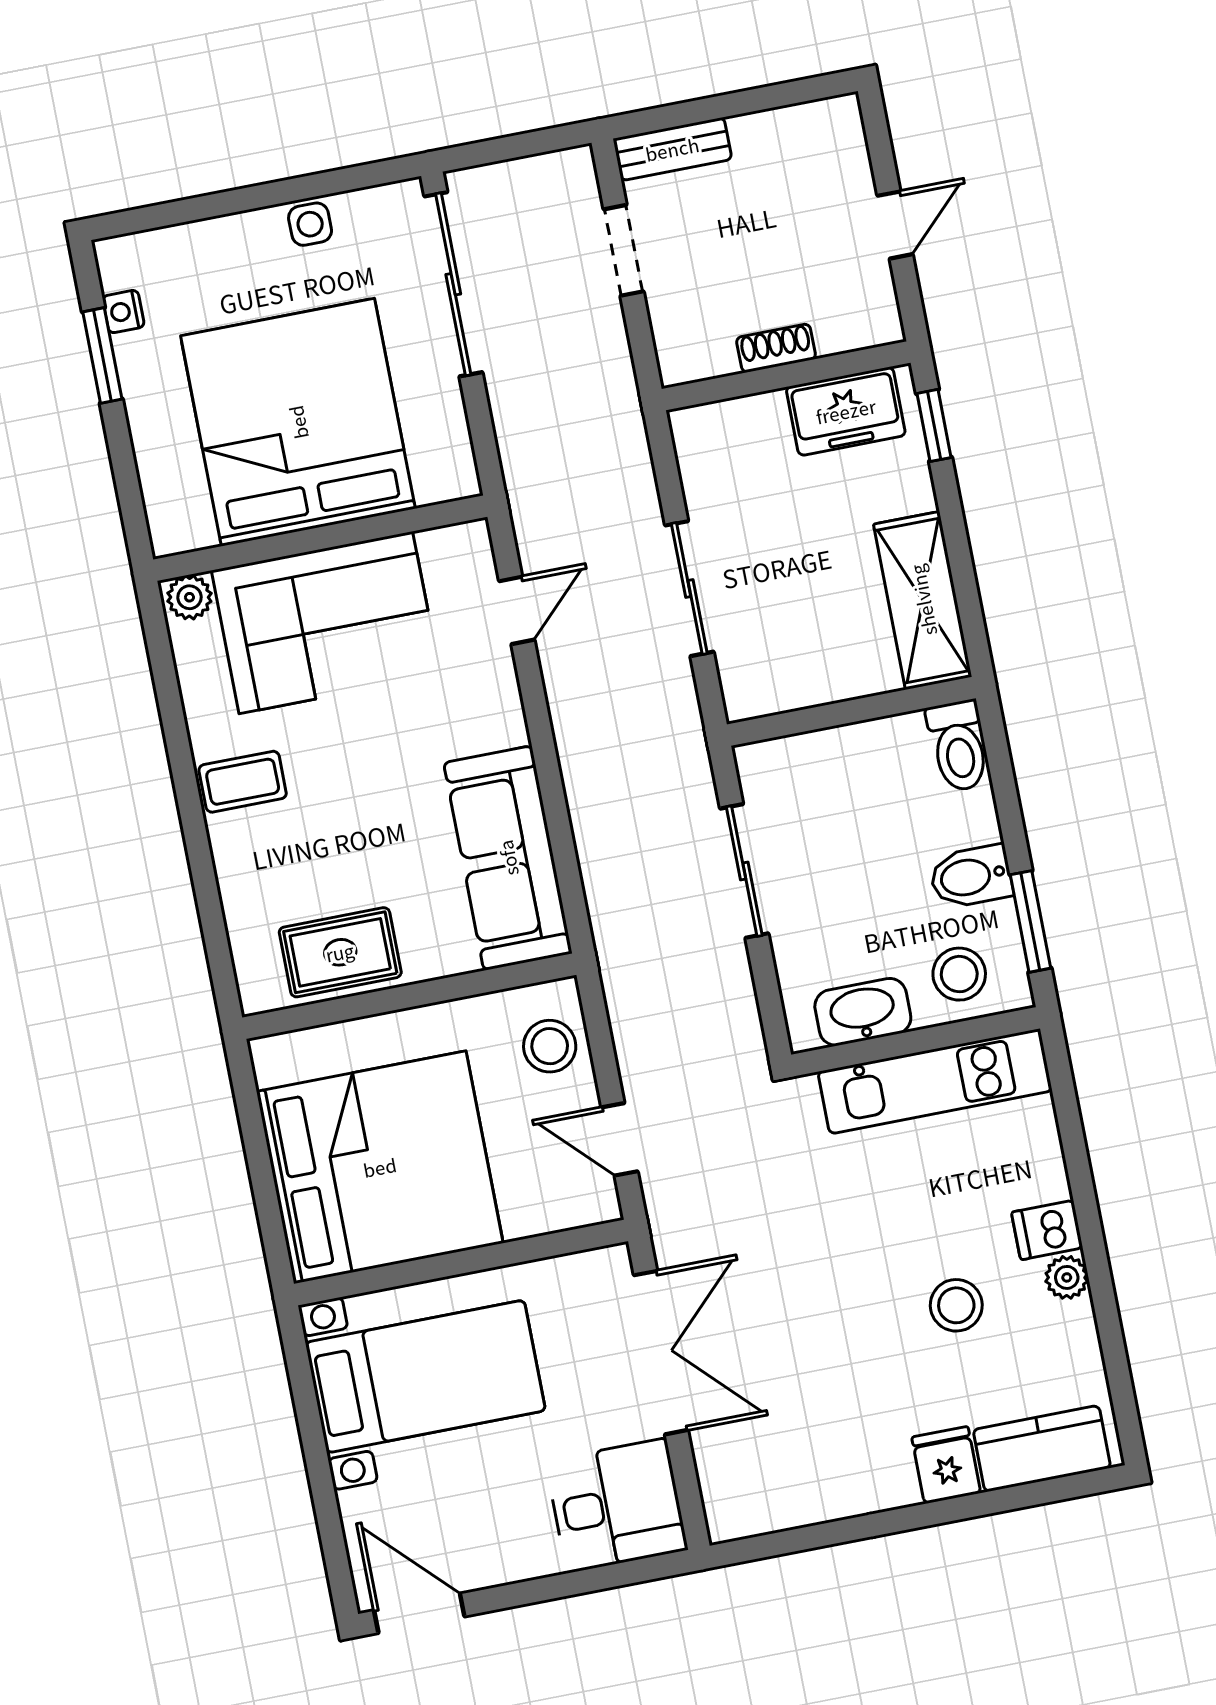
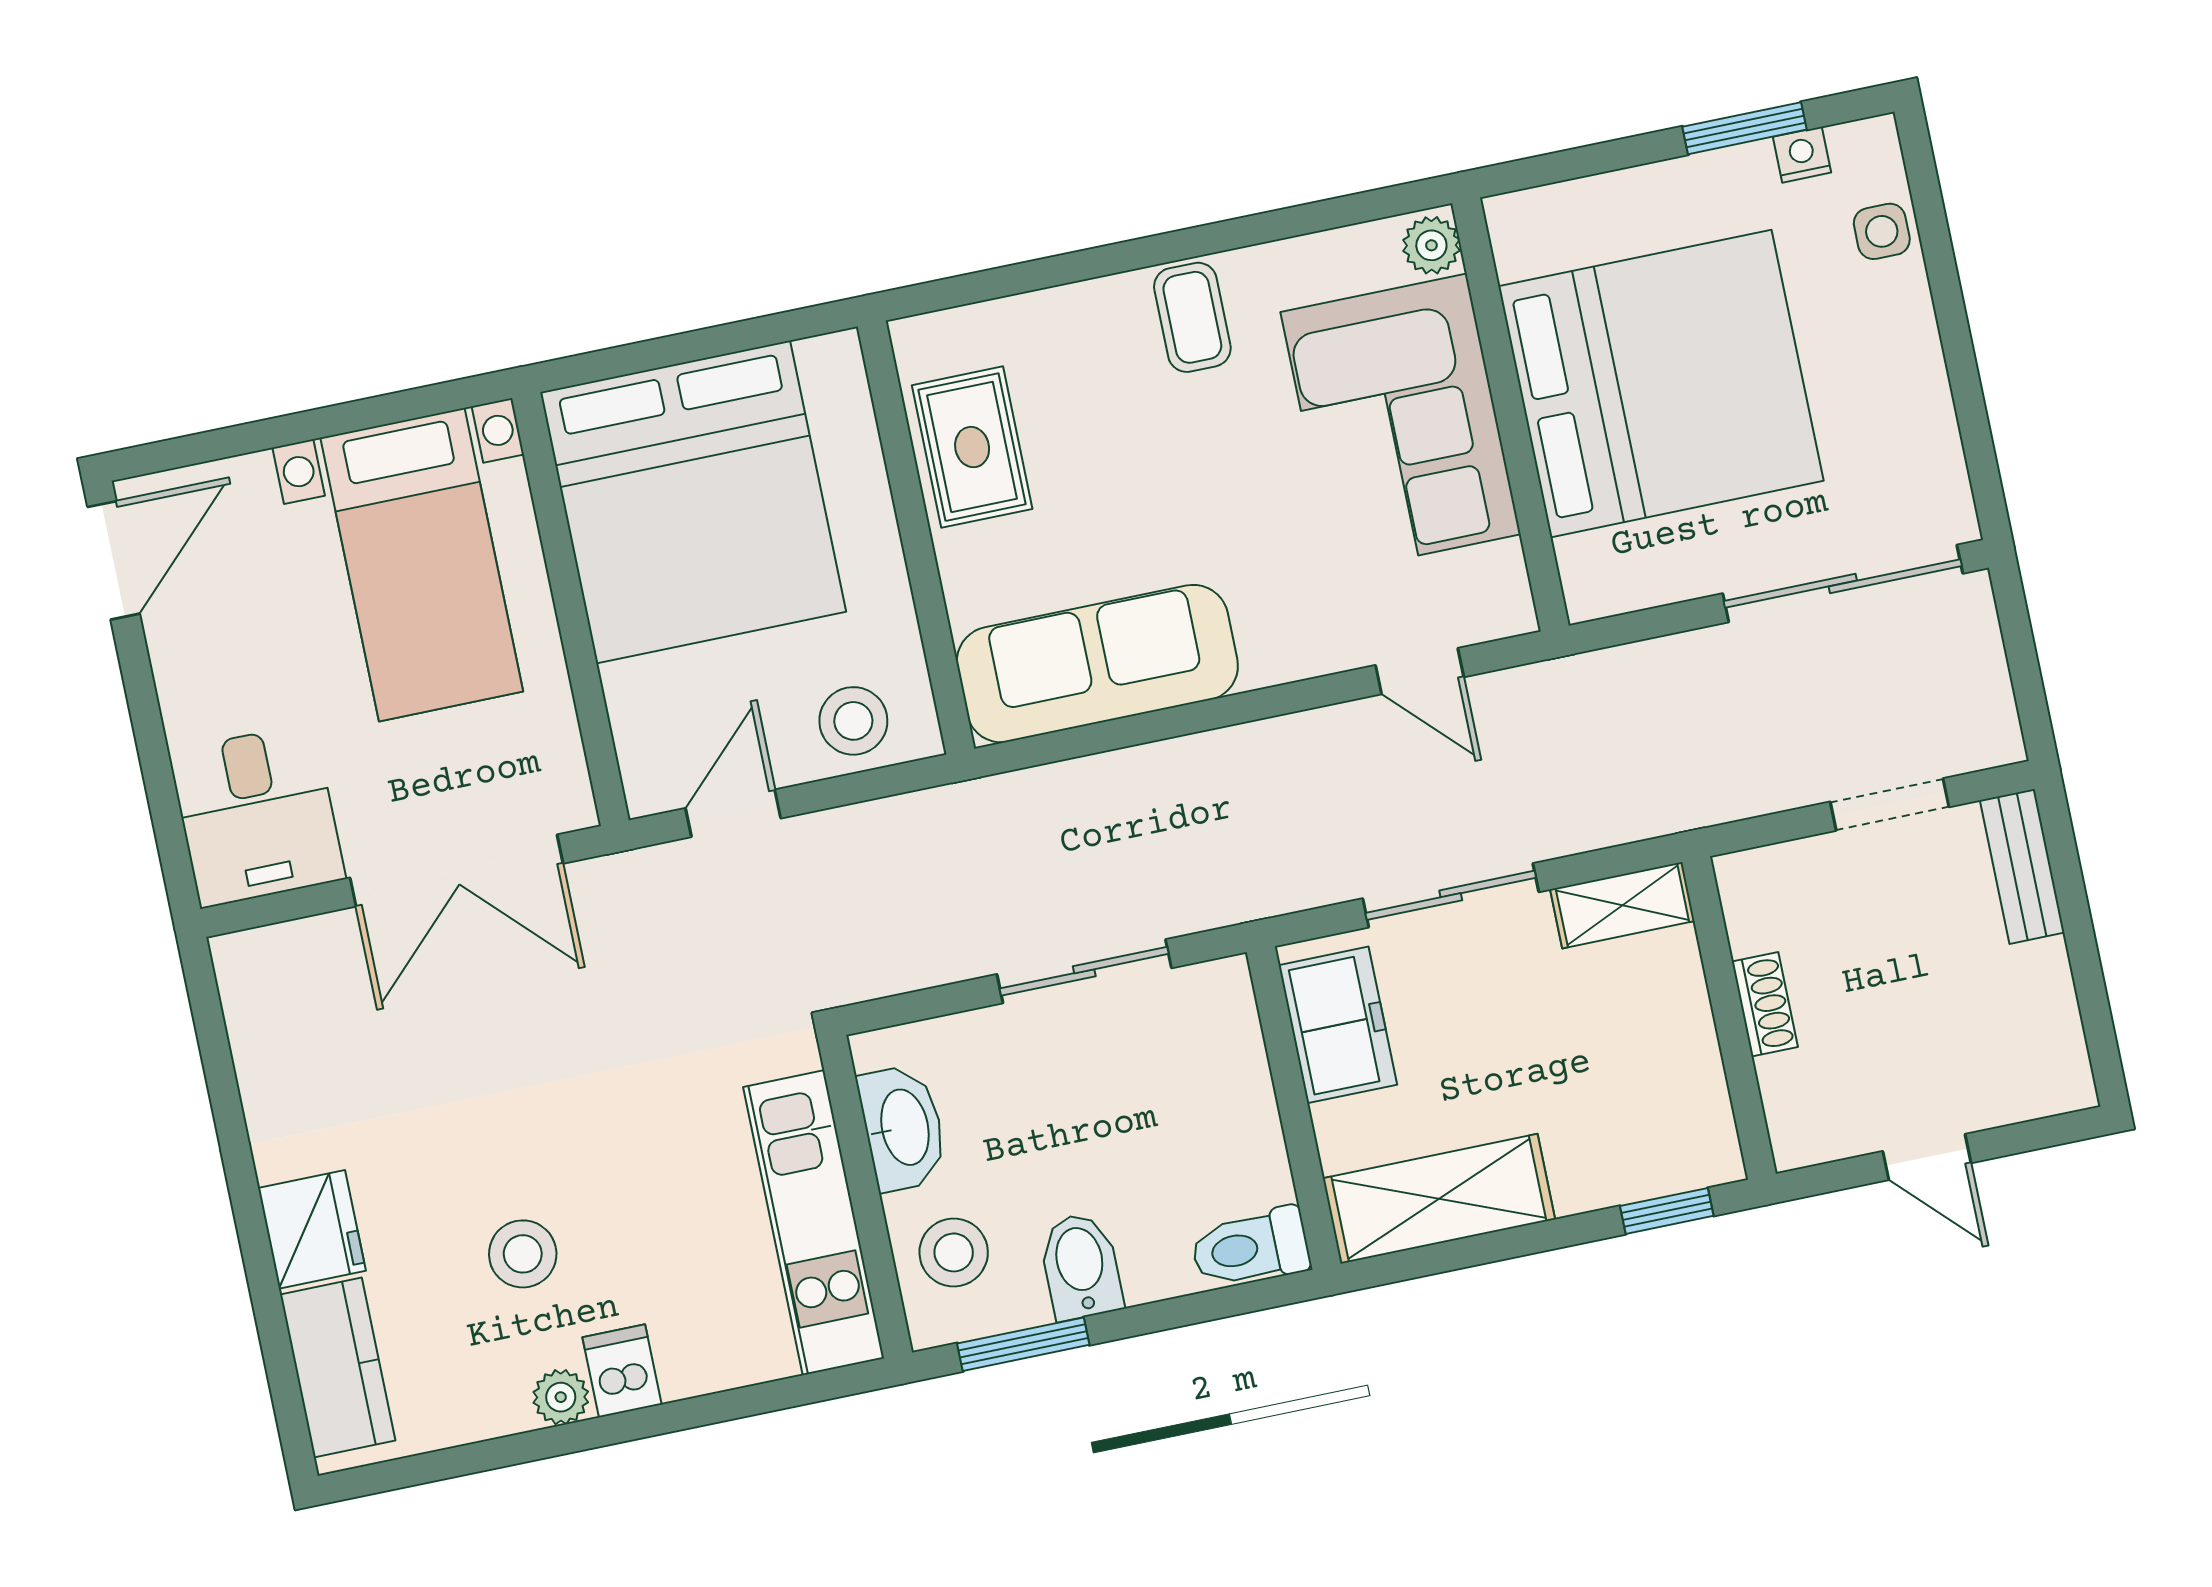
side table: (310, 224) -> (1882, 231), moved
freezer: (846, 411) -> (1338, 1025), moved, turned 180
shelving: (699, 457) -> (1622, 905), added
fridge: (946, 1465) -> (312, 1229), width x1.38

